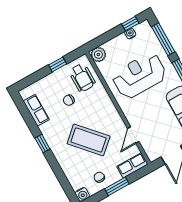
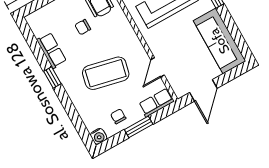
row of seats: (36, 110) -> (52, 50), moved
coffee table: (89, 140) -> (106, 73), turned -35

